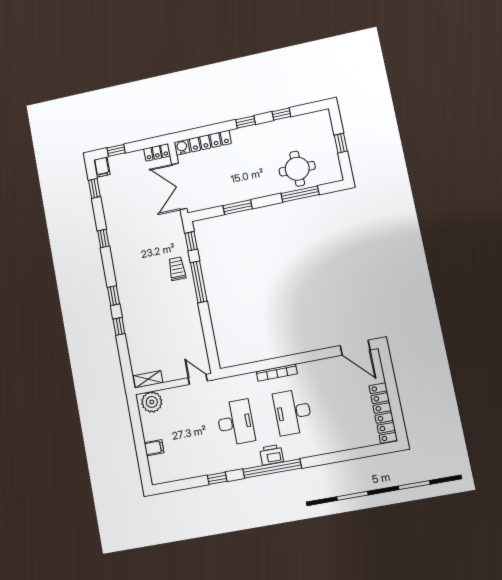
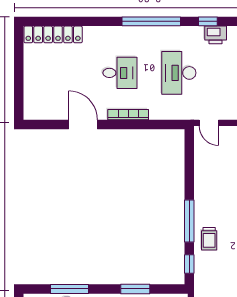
door: (355, 348) -> (83, 124), moved
desk: (293, 412) -> (120, 73), width x0.73
locker: (383, 413) -> (53, 34), moved, turned 90
printer: (271, 455) -> (216, 35), moved

